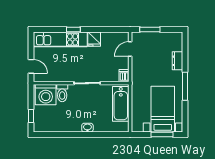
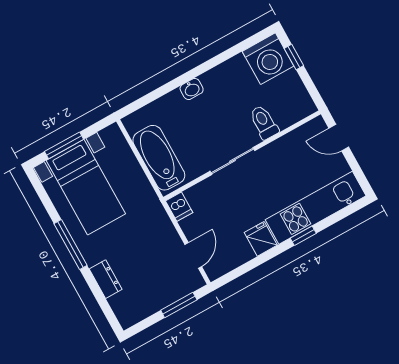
washing machine: (46, 95) -> (268, 59), moved, turned 180

